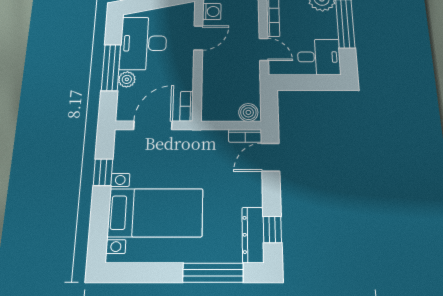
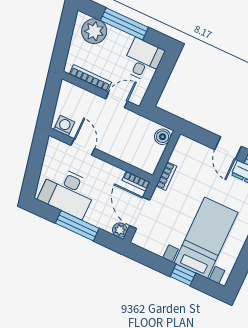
plant: (127, 79) -> (120, 230), moved
bookcase: (245, 136) -> (166, 176), moved
door: (270, 157) -> (228, 148), moved
window: (103, 172) -> (183, 275), moved

